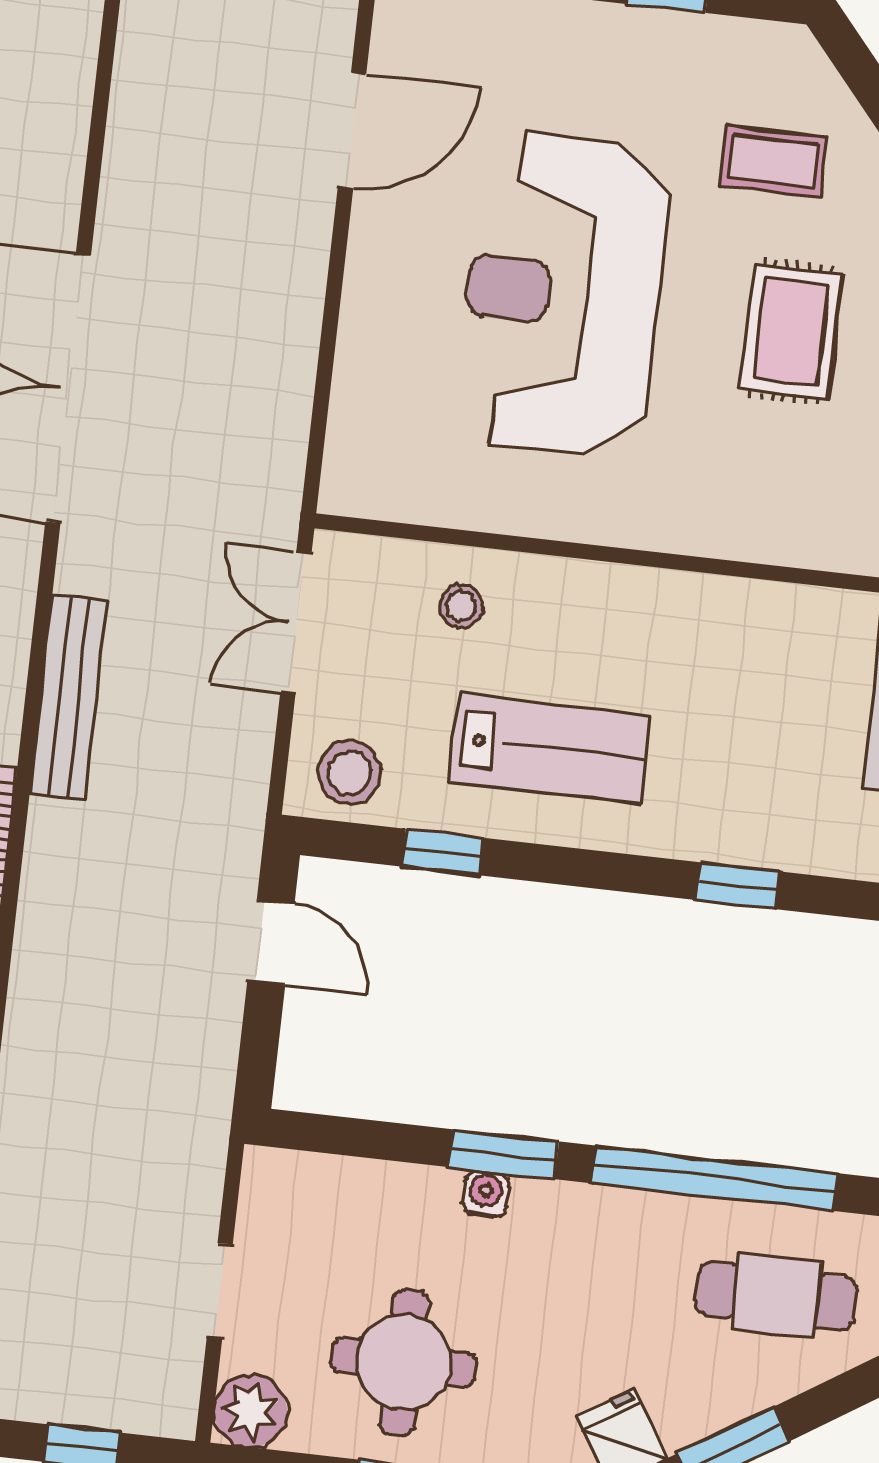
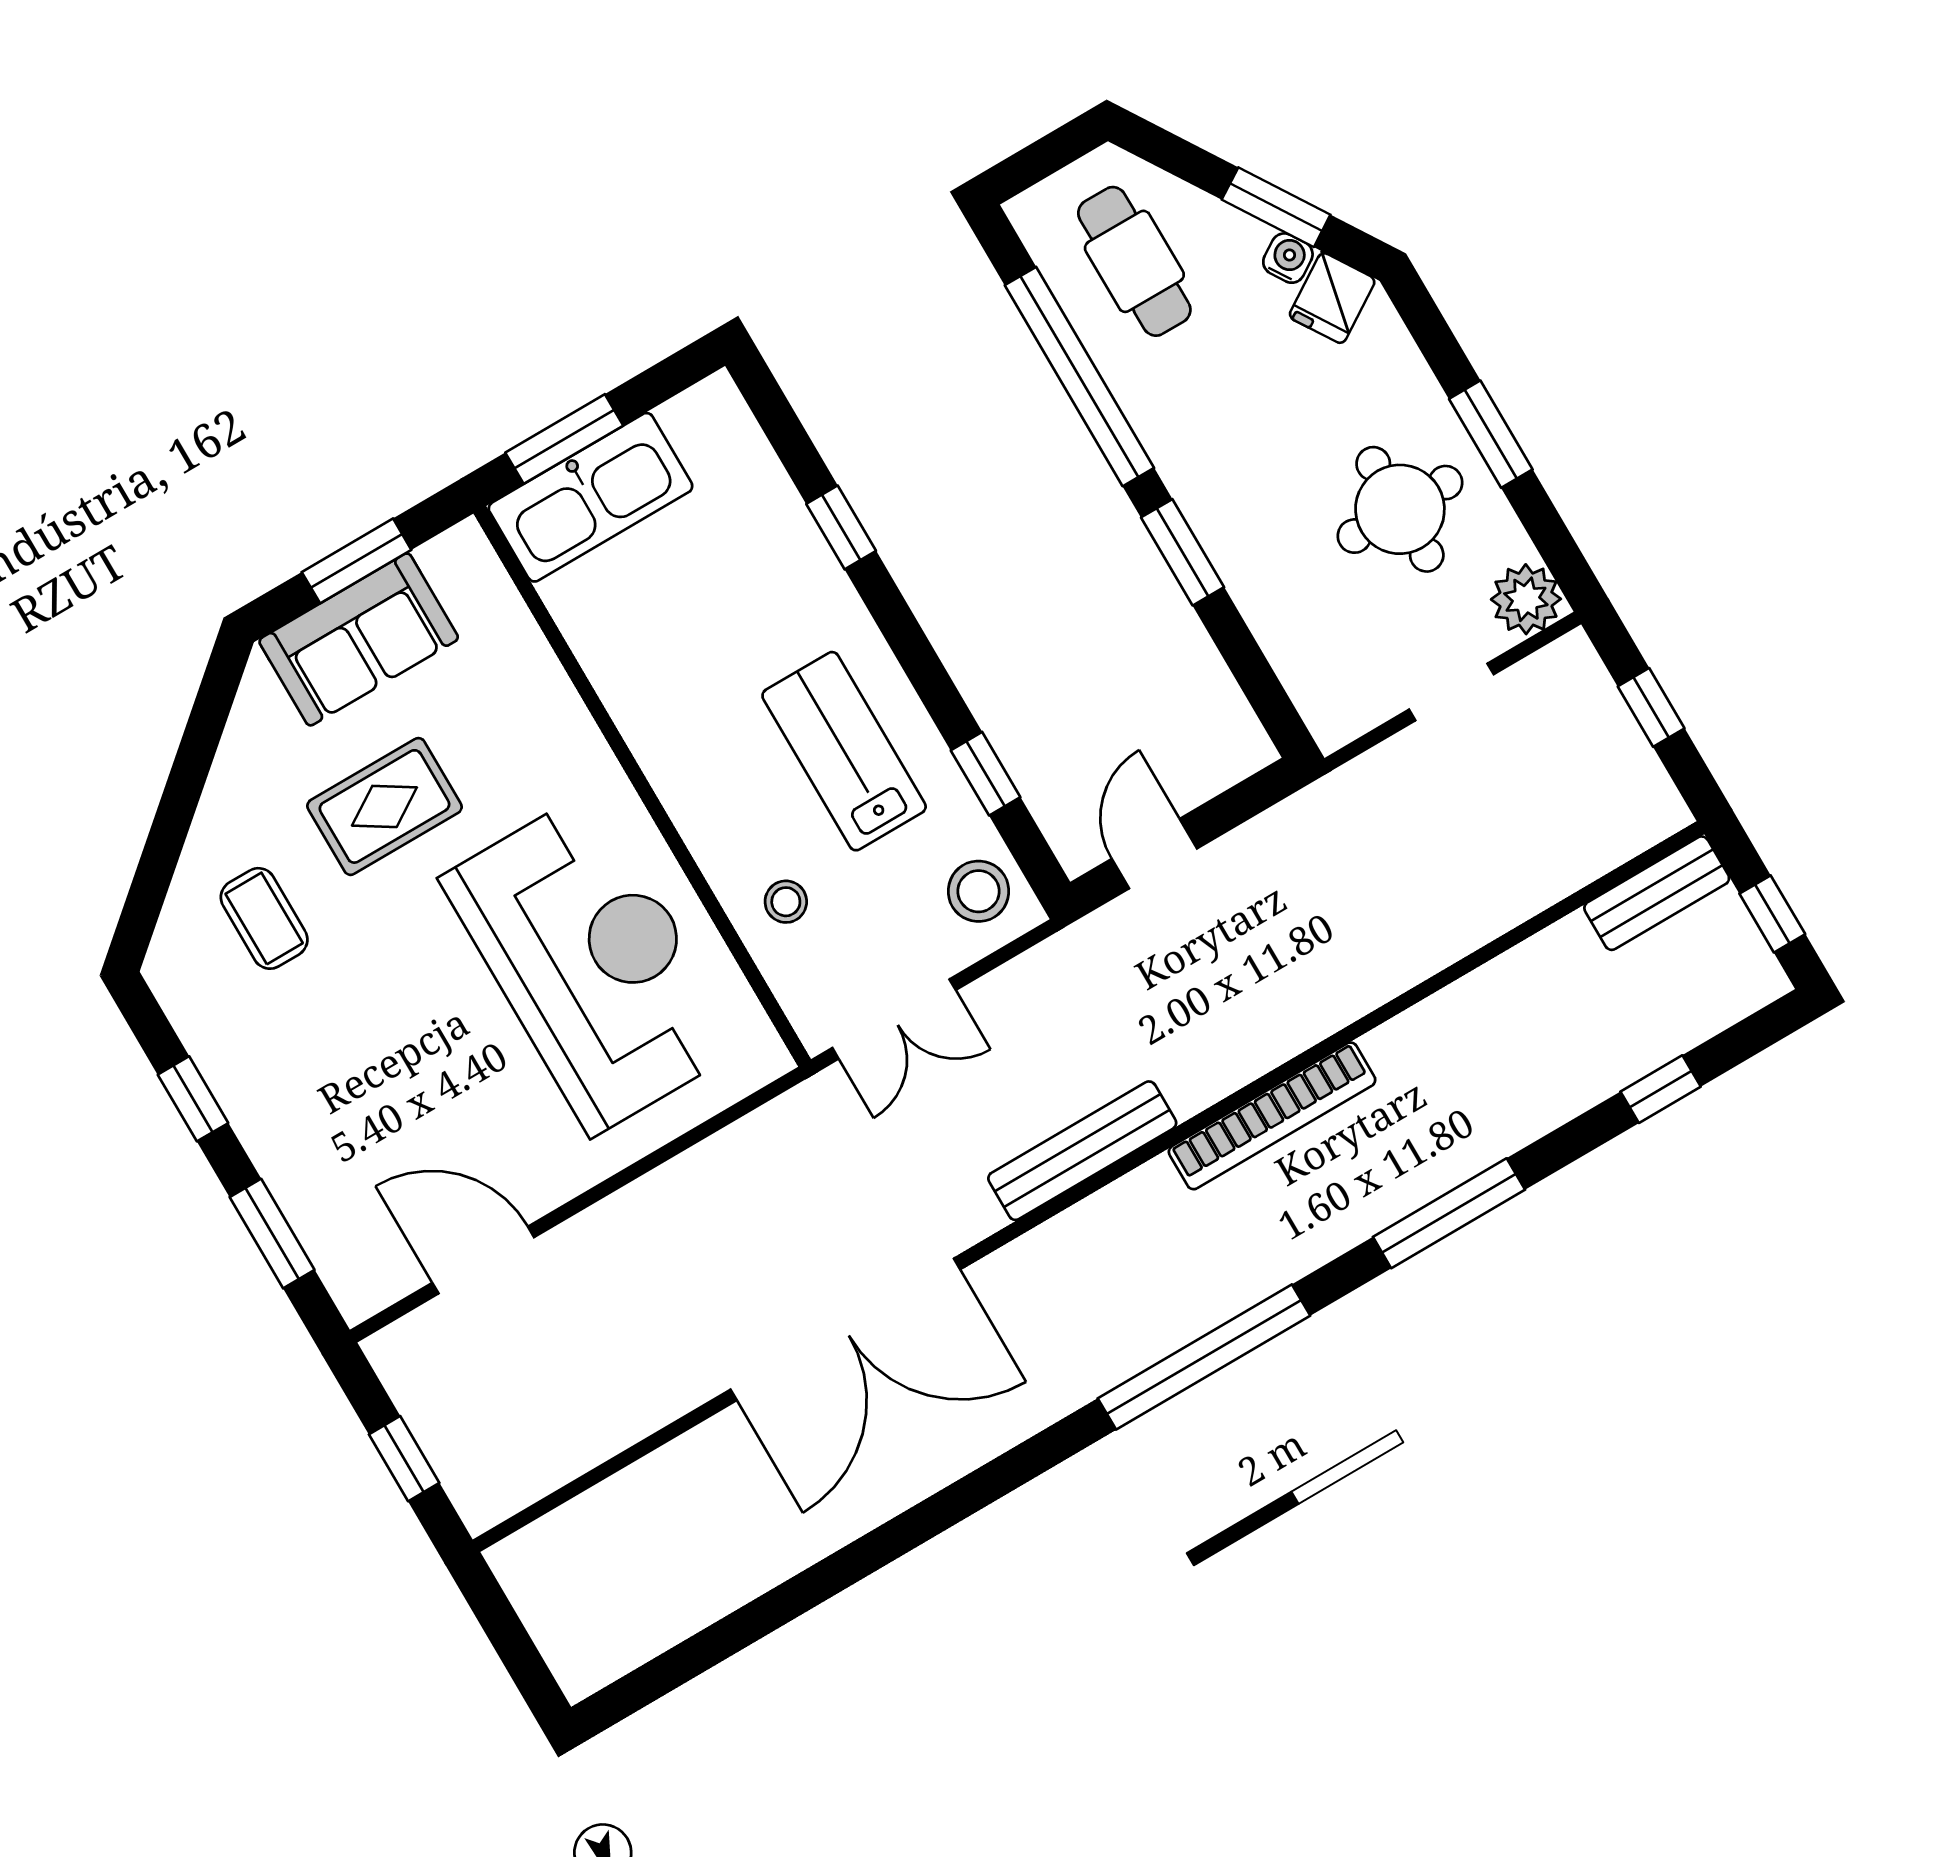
reception desk: (563, 294) -> (592, 963), moved, turned -90
water cooler: (486, 1194) -> (1288, 258), moved, turned 148

